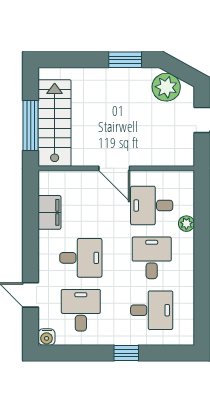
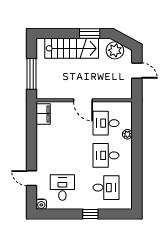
stairs: (55, 123) -> (72, 48), moved, turned 90
filing cabinet: (50, 212) -> (43, 114), moved
desk: (81, 258) -> (62, 155), removed
desk: (152, 258) -> (106, 155), turned -90

